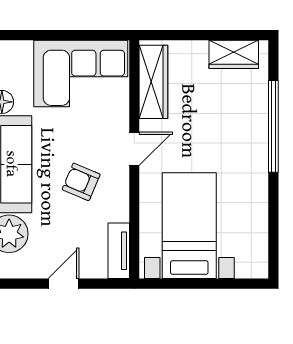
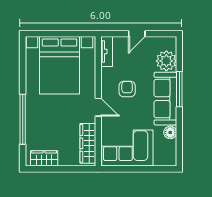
door: (134, 149) -> (98, 107), swing flipped
armchair: (81, 182) -> (127, 89), turned -113
bed with nightstands: (189, 226) -> (60, 65), width x1.36

